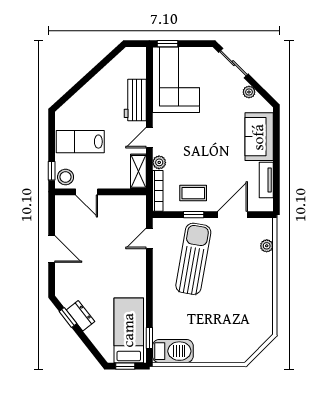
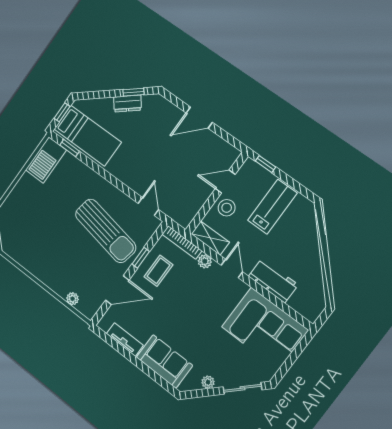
window: (168, 44) -> (302, 345), removed
stool: (66, 177) -> (227, 208), moved
door: (233, 215) -> (117, 290), hinge flipped

